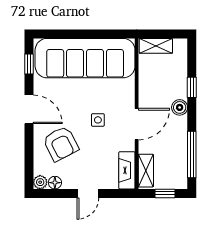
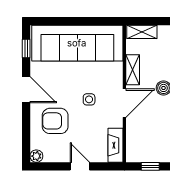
armchair: (61, 144) -> (55, 121), turned 117
shelving: (146, 171) -> (133, 70), moved
floor lamp: (55, 183) -> (50, 156), removed
door: (88, 193) -> (80, 166), swing flipped

